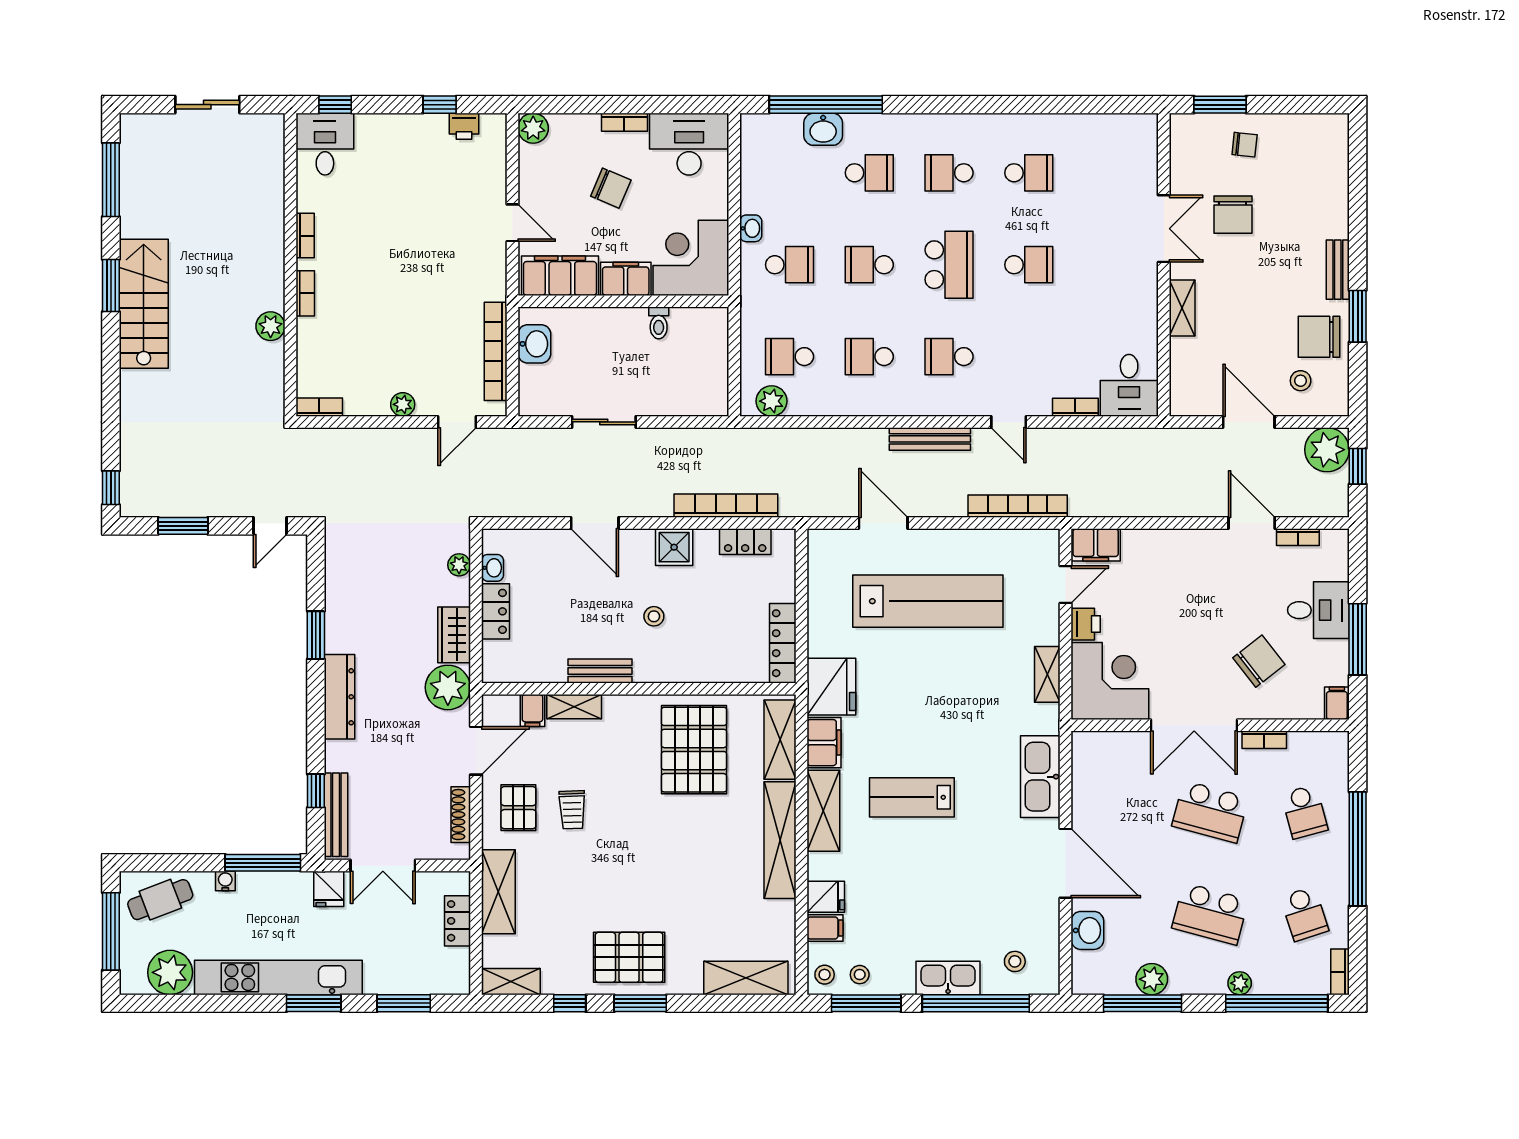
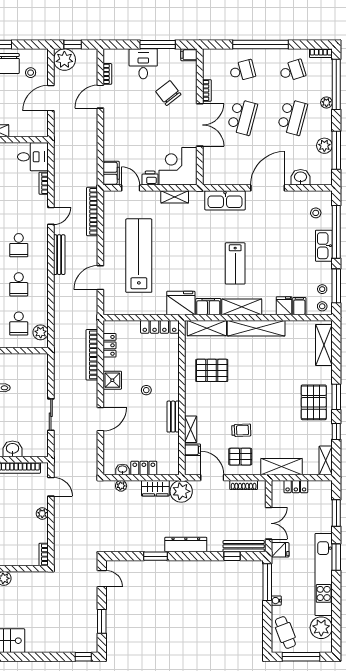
pallet: (694, 750) -> (212, 370), width x0.73, depth x0.71

